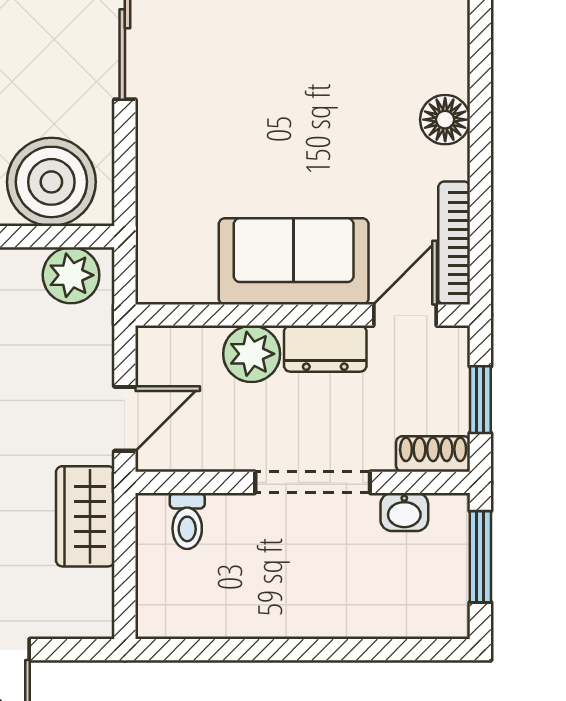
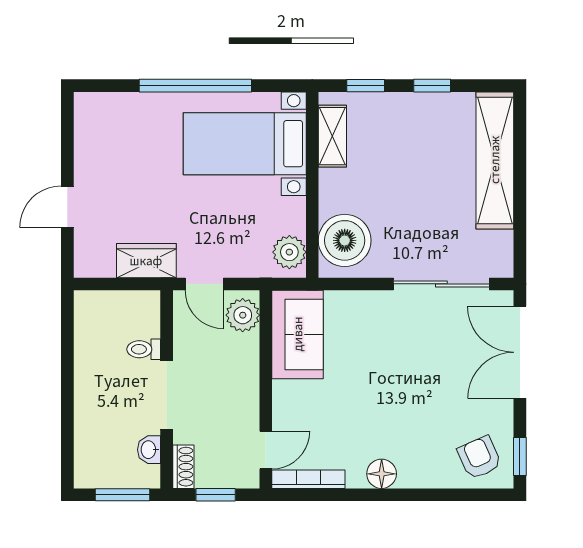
sofa: (294, 261) -> (298, 334), moved
door: (405, 315) -> (266, 450), hinge flipped
dresser: (325, 349) -> (246, 403), removed
plant: (252, 354) -> (243, 315), moved
toilet: (187, 521) -> (144, 349), moved

